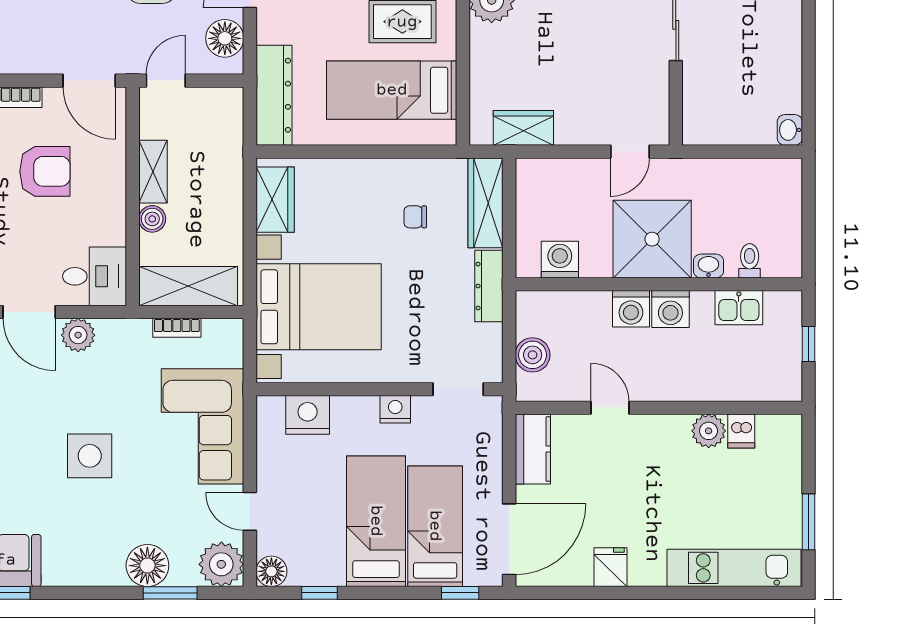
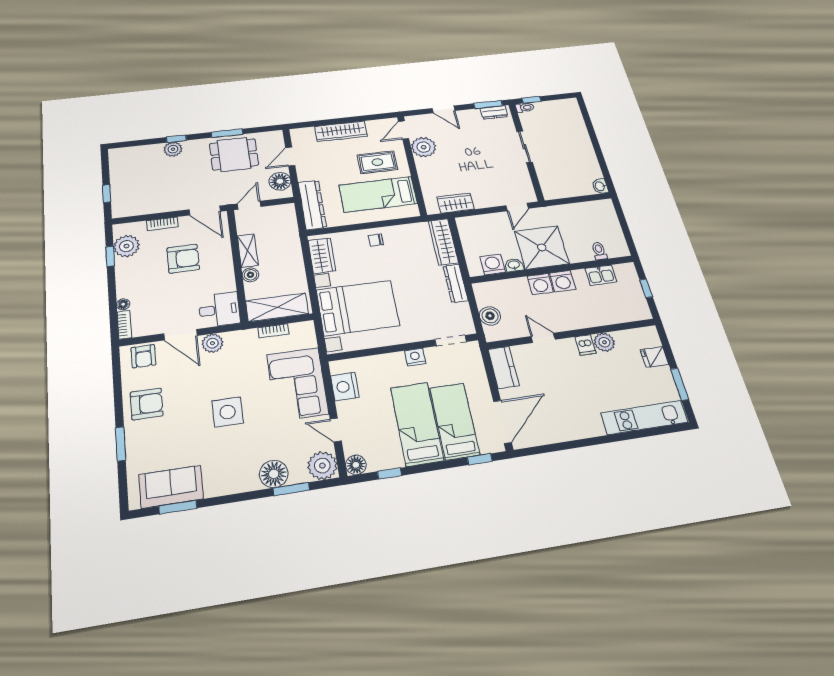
chair: (415, 217) -> (376, 240), moved
washbasin: (708, 266) -> (514, 265), moved
nightstand: (308, 415) -> (345, 387), moved, turned -90
dishwasher: (741, 431) -> (585, 345), moved
fridge: (610, 567) -> (654, 357), moved, turned -90

